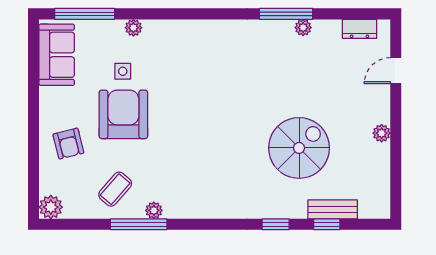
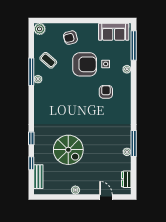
armchair: (180, 71) -> (106, 92), added
bench: (333, 209) -> (38, 177), moved

